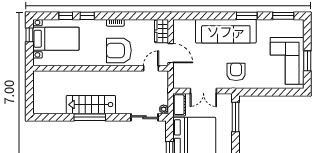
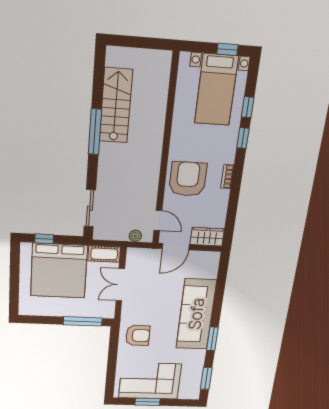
armchair: (236, 72) -> (138, 335), moved
stairs: (91, 105) -> (116, 106), moved
plant: (164, 109) -> (135, 236), moved

